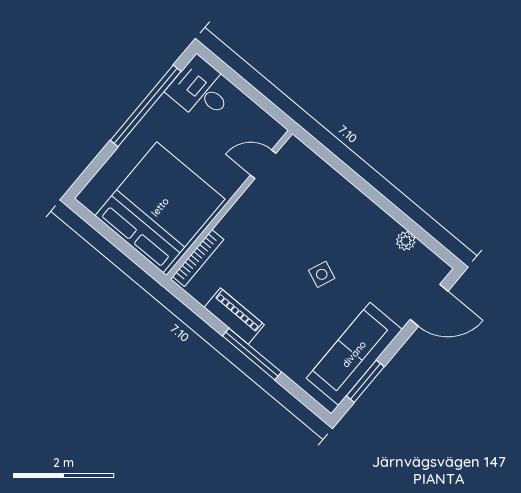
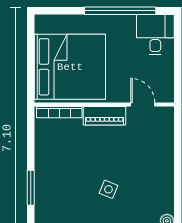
piano: (234, 316) -> (105, 116), moved, turned 90
window: (252, 354) -> (31, 188), width x0.69

